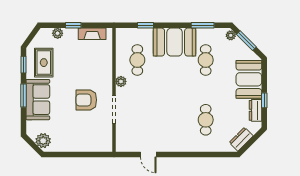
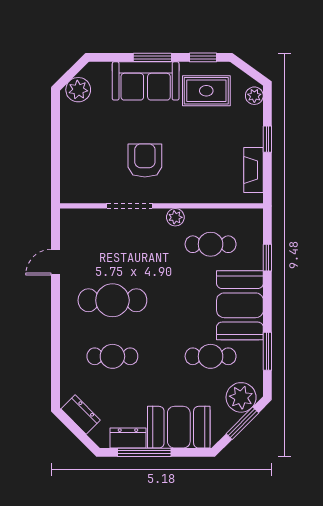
plant: (58, 33) -> (254, 96), moved
plant: (231, 35) -> (241, 397), width x1.87, depth x1.87
window: (264, 100) -> (144, 452), width x2.17
cafe table: (172, 120) -> (112, 300), added

